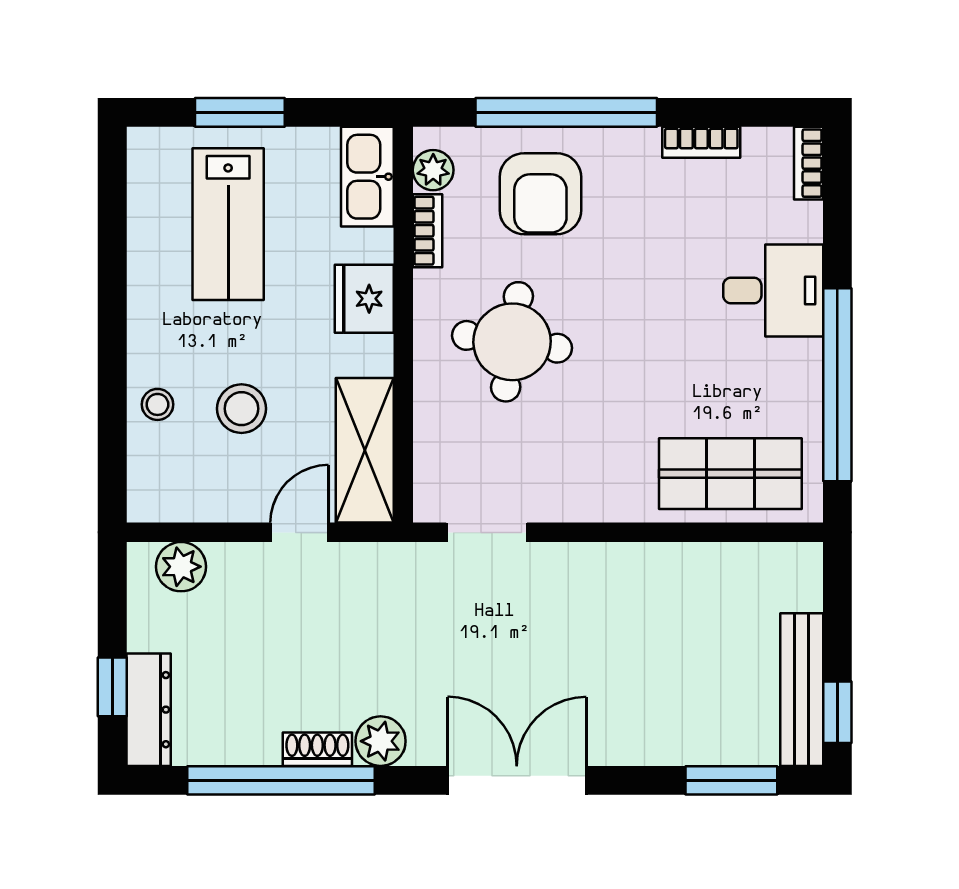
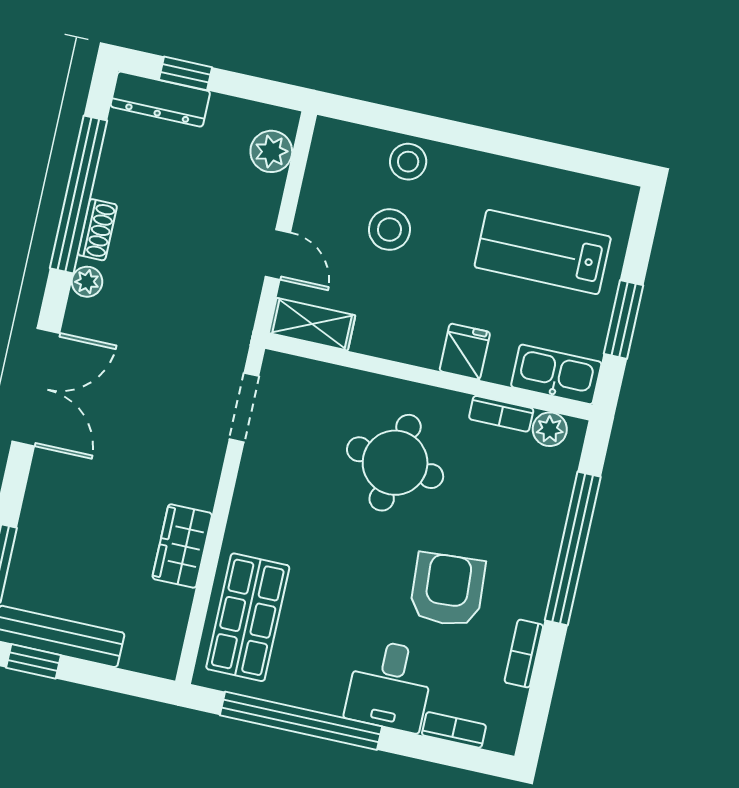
window: (240, 112) -> (623, 319), moved
bookcase: (809, 163) -> (454, 730), moved
armchair: (540, 194) -> (447, 590), moved, turned 86
fridge: (364, 299) -> (465, 352), width x0.72
stool: (157, 404) -> (408, 162), width x1.37, depth x1.37
shelving: (365, 450) -> (312, 324), width x0.67, depth x0.75
wardrobe: (664, 569) -> (182, 546), added
plant: (381, 741) -> (87, 282), width x0.73, depth x0.73

